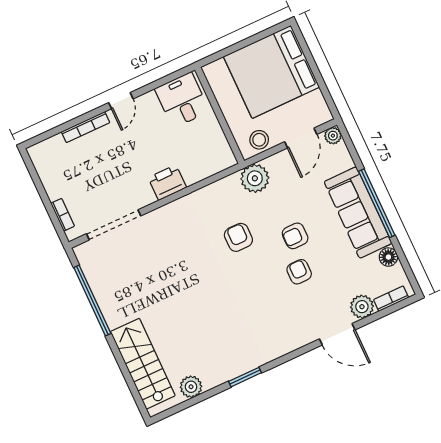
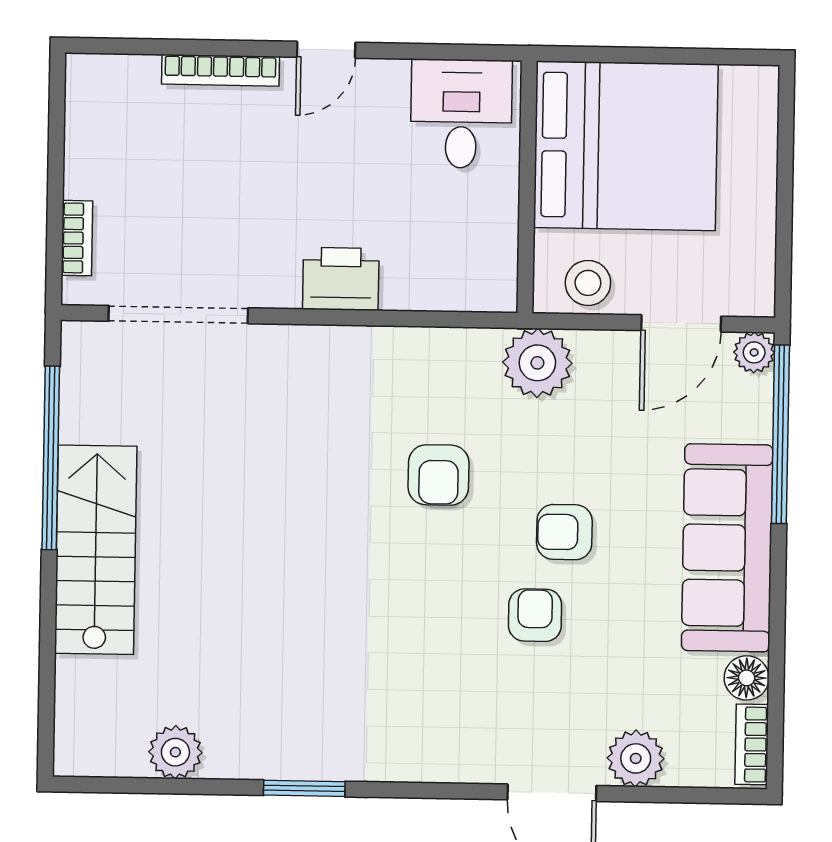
bed: (271, 72) -> (626, 146), moved, turned 180
window: (377, 203) -> (780, 434), moved
armchair: (238, 237) -> (439, 475), turned 180
bookcase: (391, 299) -> (752, 744), moved, turned -90
stairs: (143, 364) -> (96, 550), moved

